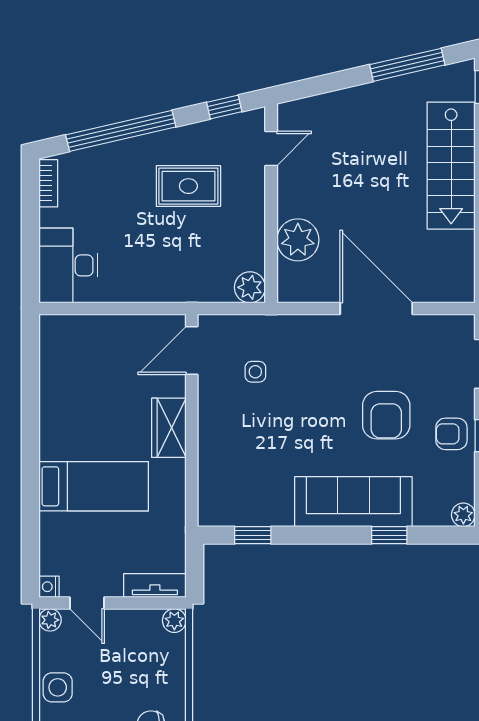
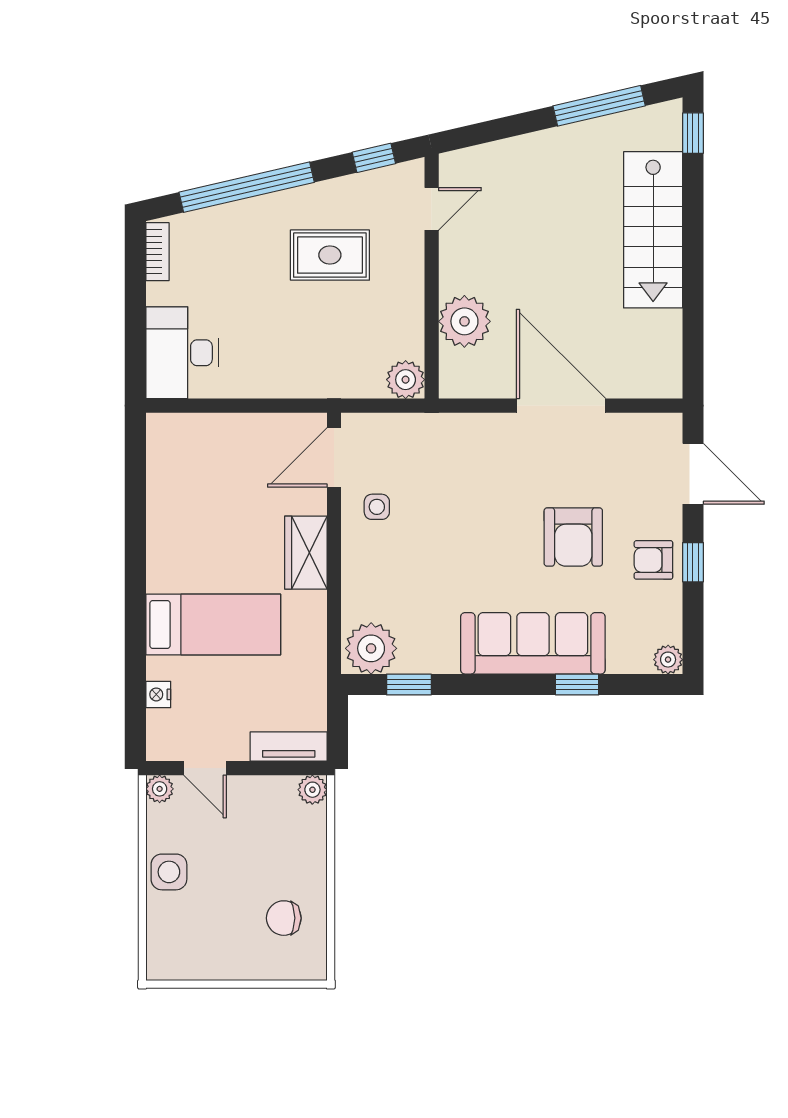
side table: (255, 372) -> (377, 507), moved
plant: (222, 506) -> (371, 648), added
nightstand: (49, 587) -> (158, 694), moved

